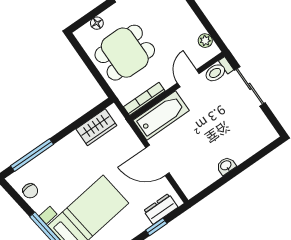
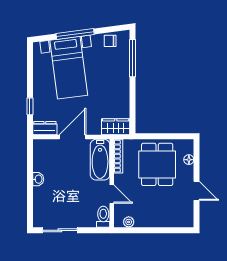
sliding door: (250, 86) -> (60, 230), moved
wardrobe: (96, 127) -> (116, 127), moved, turned 90
dresser: (161, 209) -> (45, 128), moved, turned -90

